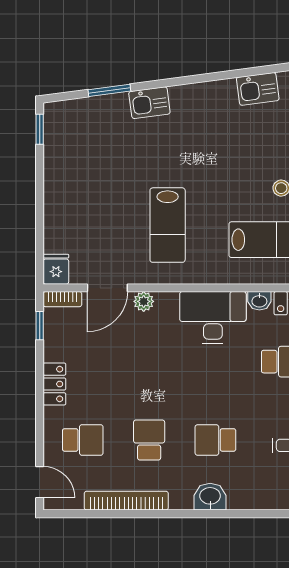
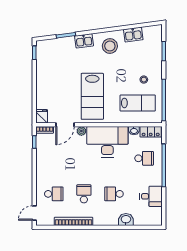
stool: (206, 114) -> (110, 46), added
lab bench: (168, 225) -> (92, 96), width x1.36, depth x1.39
desk: (213, 317) -> (107, 142), width x1.36, depth x1.30
locker: (54, 384) -> (41, 168), removed
door: (40, 482) -> (34, 213), swing flipped
washbasin: (210, 497) -> (126, 220), moved

